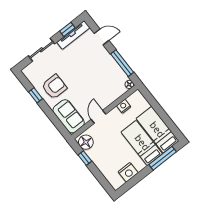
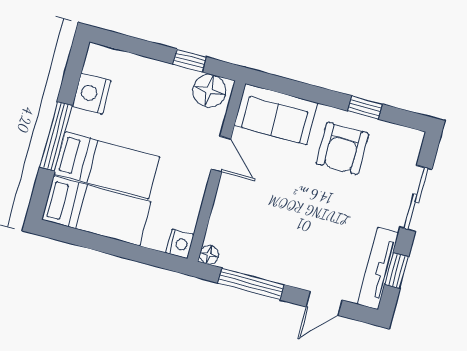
nightstand: (124, 106) -> (180, 244), moved
window: (163, 158) -> (56, 136), moved

